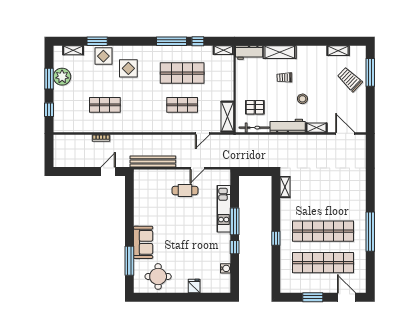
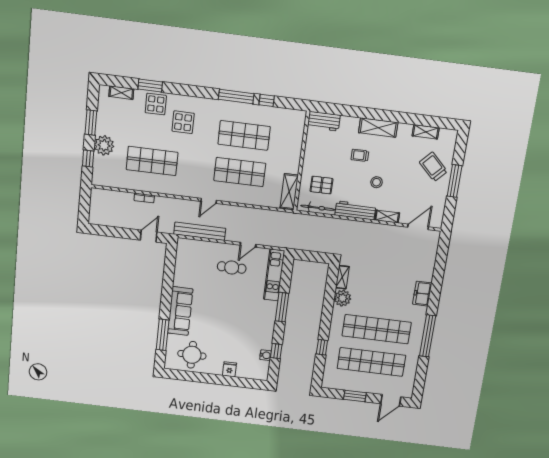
shelving: (223, 50) -> (295, 115), removed
shelving: (280, 52) -> (378, 128), moved
window: (370, 72) -> (455, 181), moved
plant: (62, 77) -> (104, 145), moved
shop shelf: (105, 105) -> (152, 161), width x1.43, depth x1.36
shop shelf: (182, 105) -> (240, 172), width x1.43, depth x1.36
door: (202, 133) -> (209, 201), moved
door: (345, 133) -> (418, 227), hinge flipped
freezer: (359, 193) -> (422, 294), added
plant: (288, 206) -> (342, 298), added
kitchen unit: (224, 209) -> (274, 275), moved
window: (276, 238) -> (322, 347), moved
sofa: (143, 242) -> (180, 311), width x1.36
window: (235, 247) -> (276, 351), moved
door: (347, 297) -> (391, 400), swing flipped

